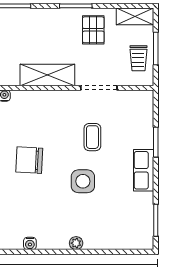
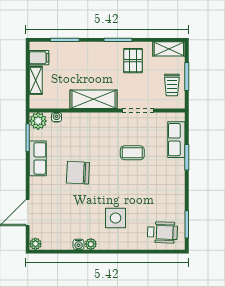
coffee table: (92, 137) -> (132, 153), turned 90
row of seats: (144, 170) -> (176, 140), moved
side table: (83, 181) -> (116, 218), moved
wheelchair: (127, 230) -> (162, 232), added
plant: (76, 243) -> (91, 244), moved

